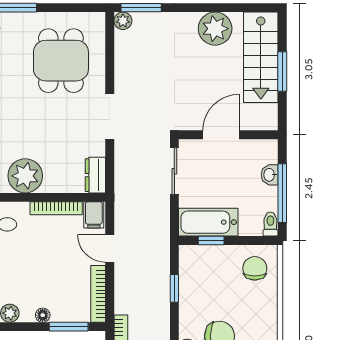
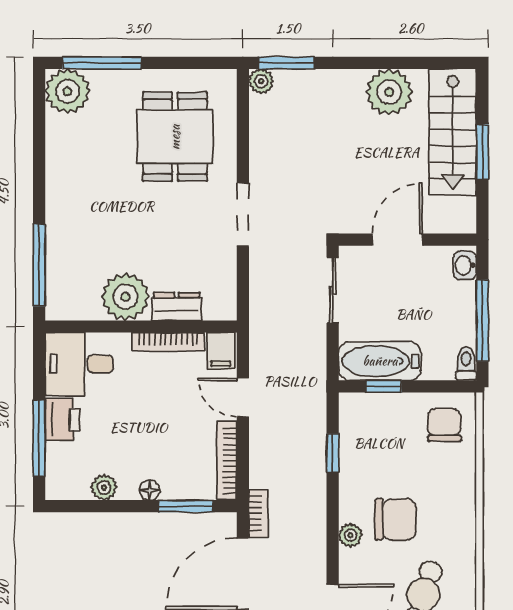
dresser: (95, 175) -> (177, 307), moved, turned 90
washbasin: (270, 175) -> (465, 265), moved

